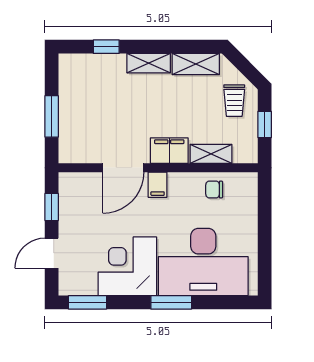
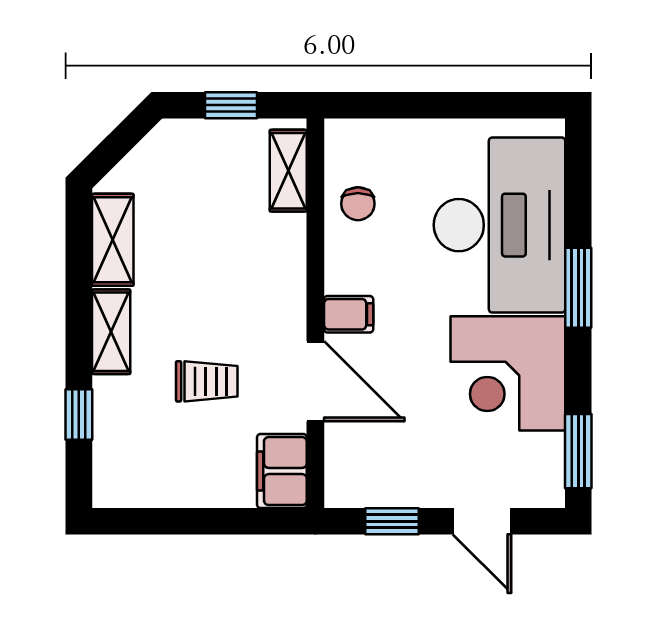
trolley: (234, 101) -> (207, 381), moved
window: (52, 116) -> (215, 521), removed
filing cabinet: (169, 151) -> (282, 471), moved
shelving: (211, 154) -> (288, 171), moved

